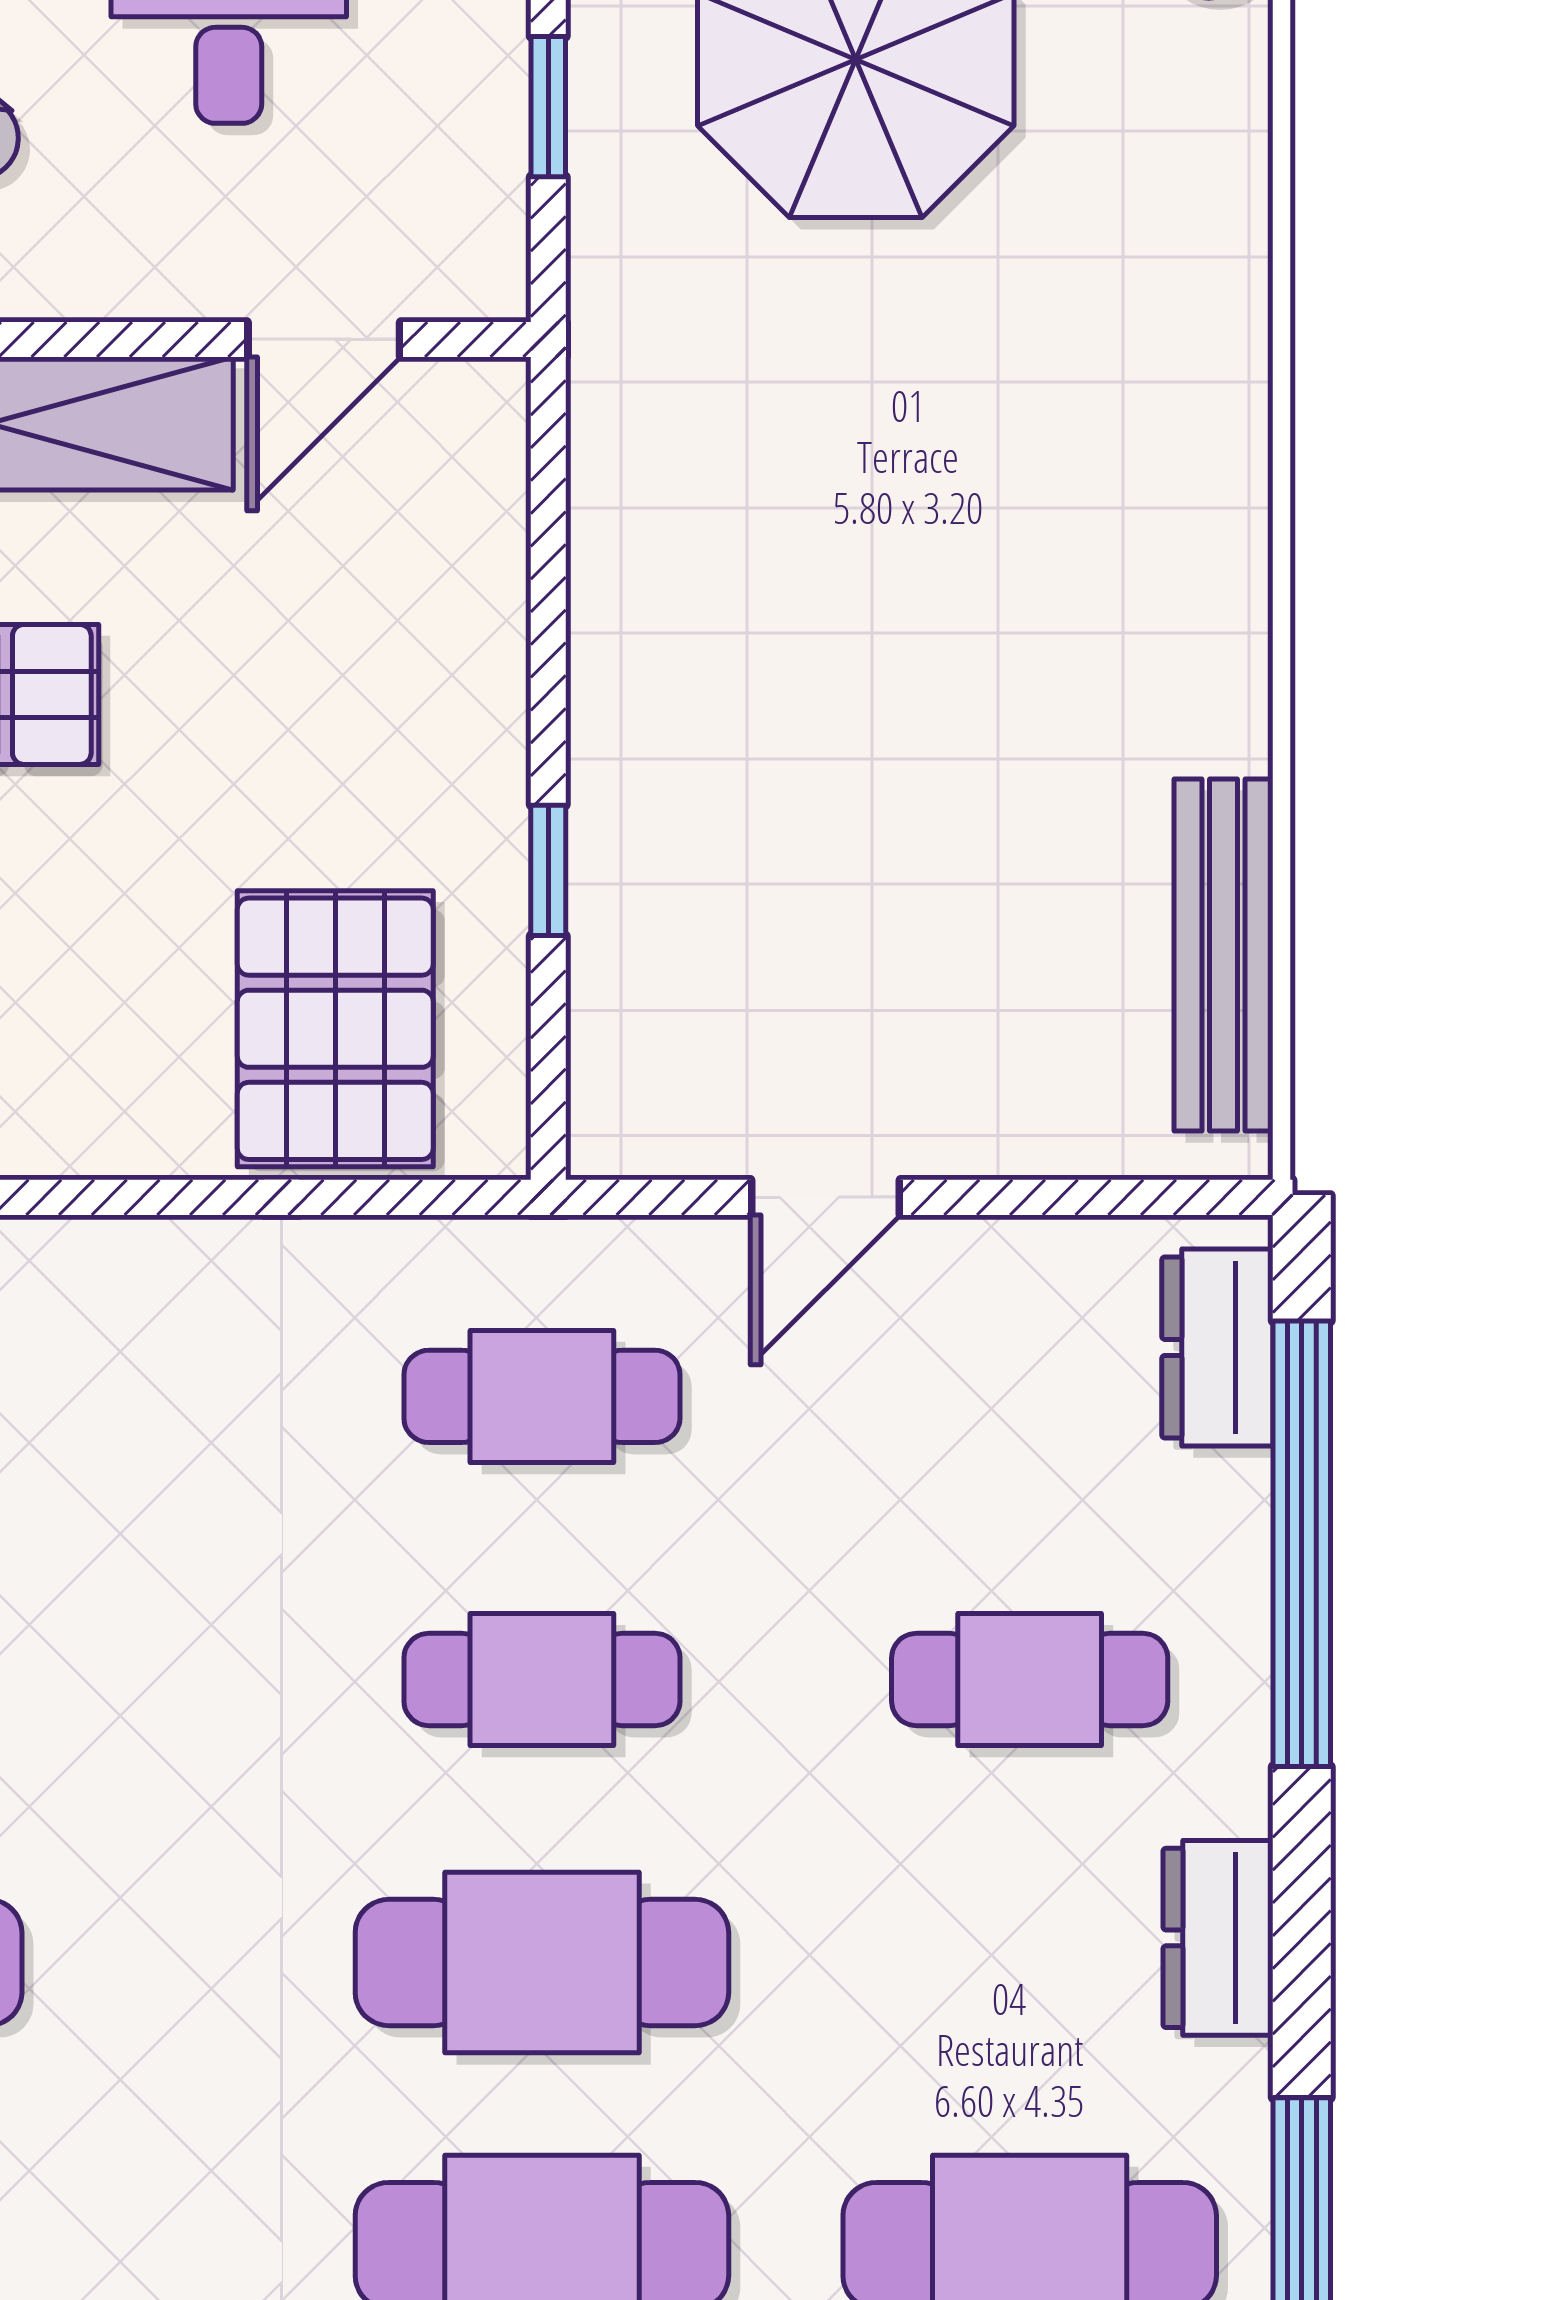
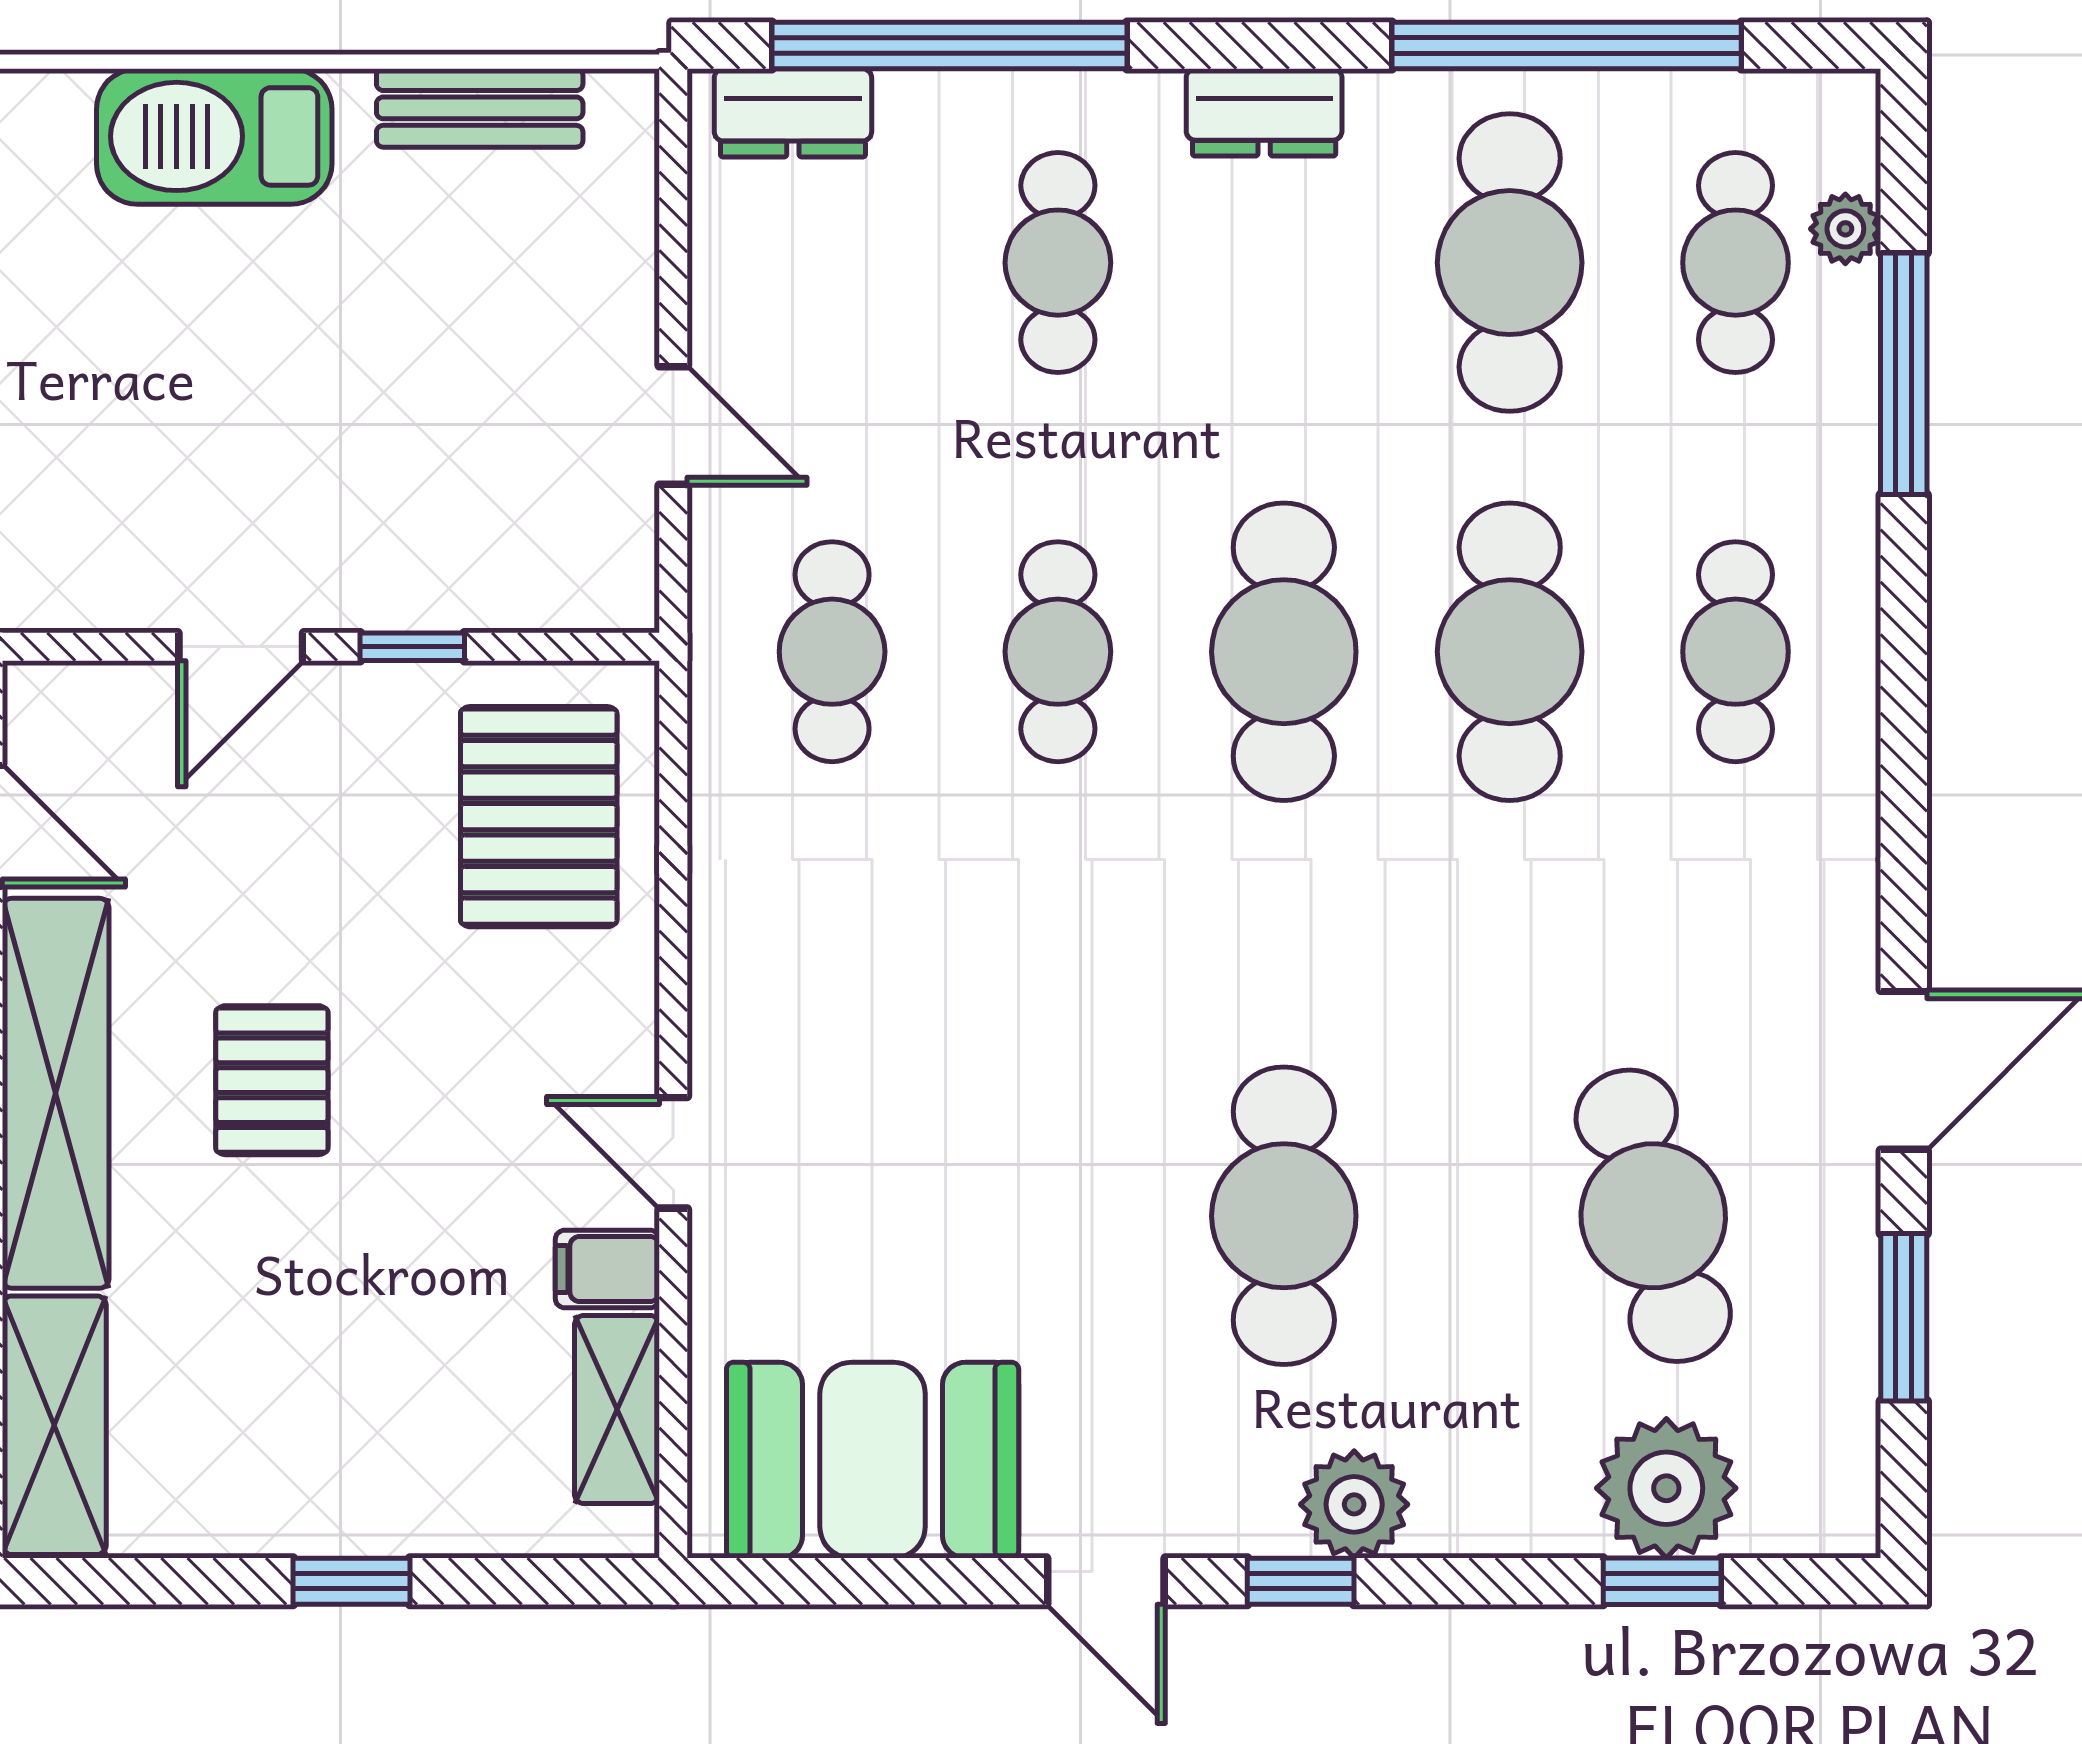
barbecue: (1188, 622) -> (214, 136), added
door: (548, 655) -> (241, 647), added
bench: (1223, 955) -> (480, 108), width x0.73
pallet: (335, 1029) -> (539, 817), turned 90

